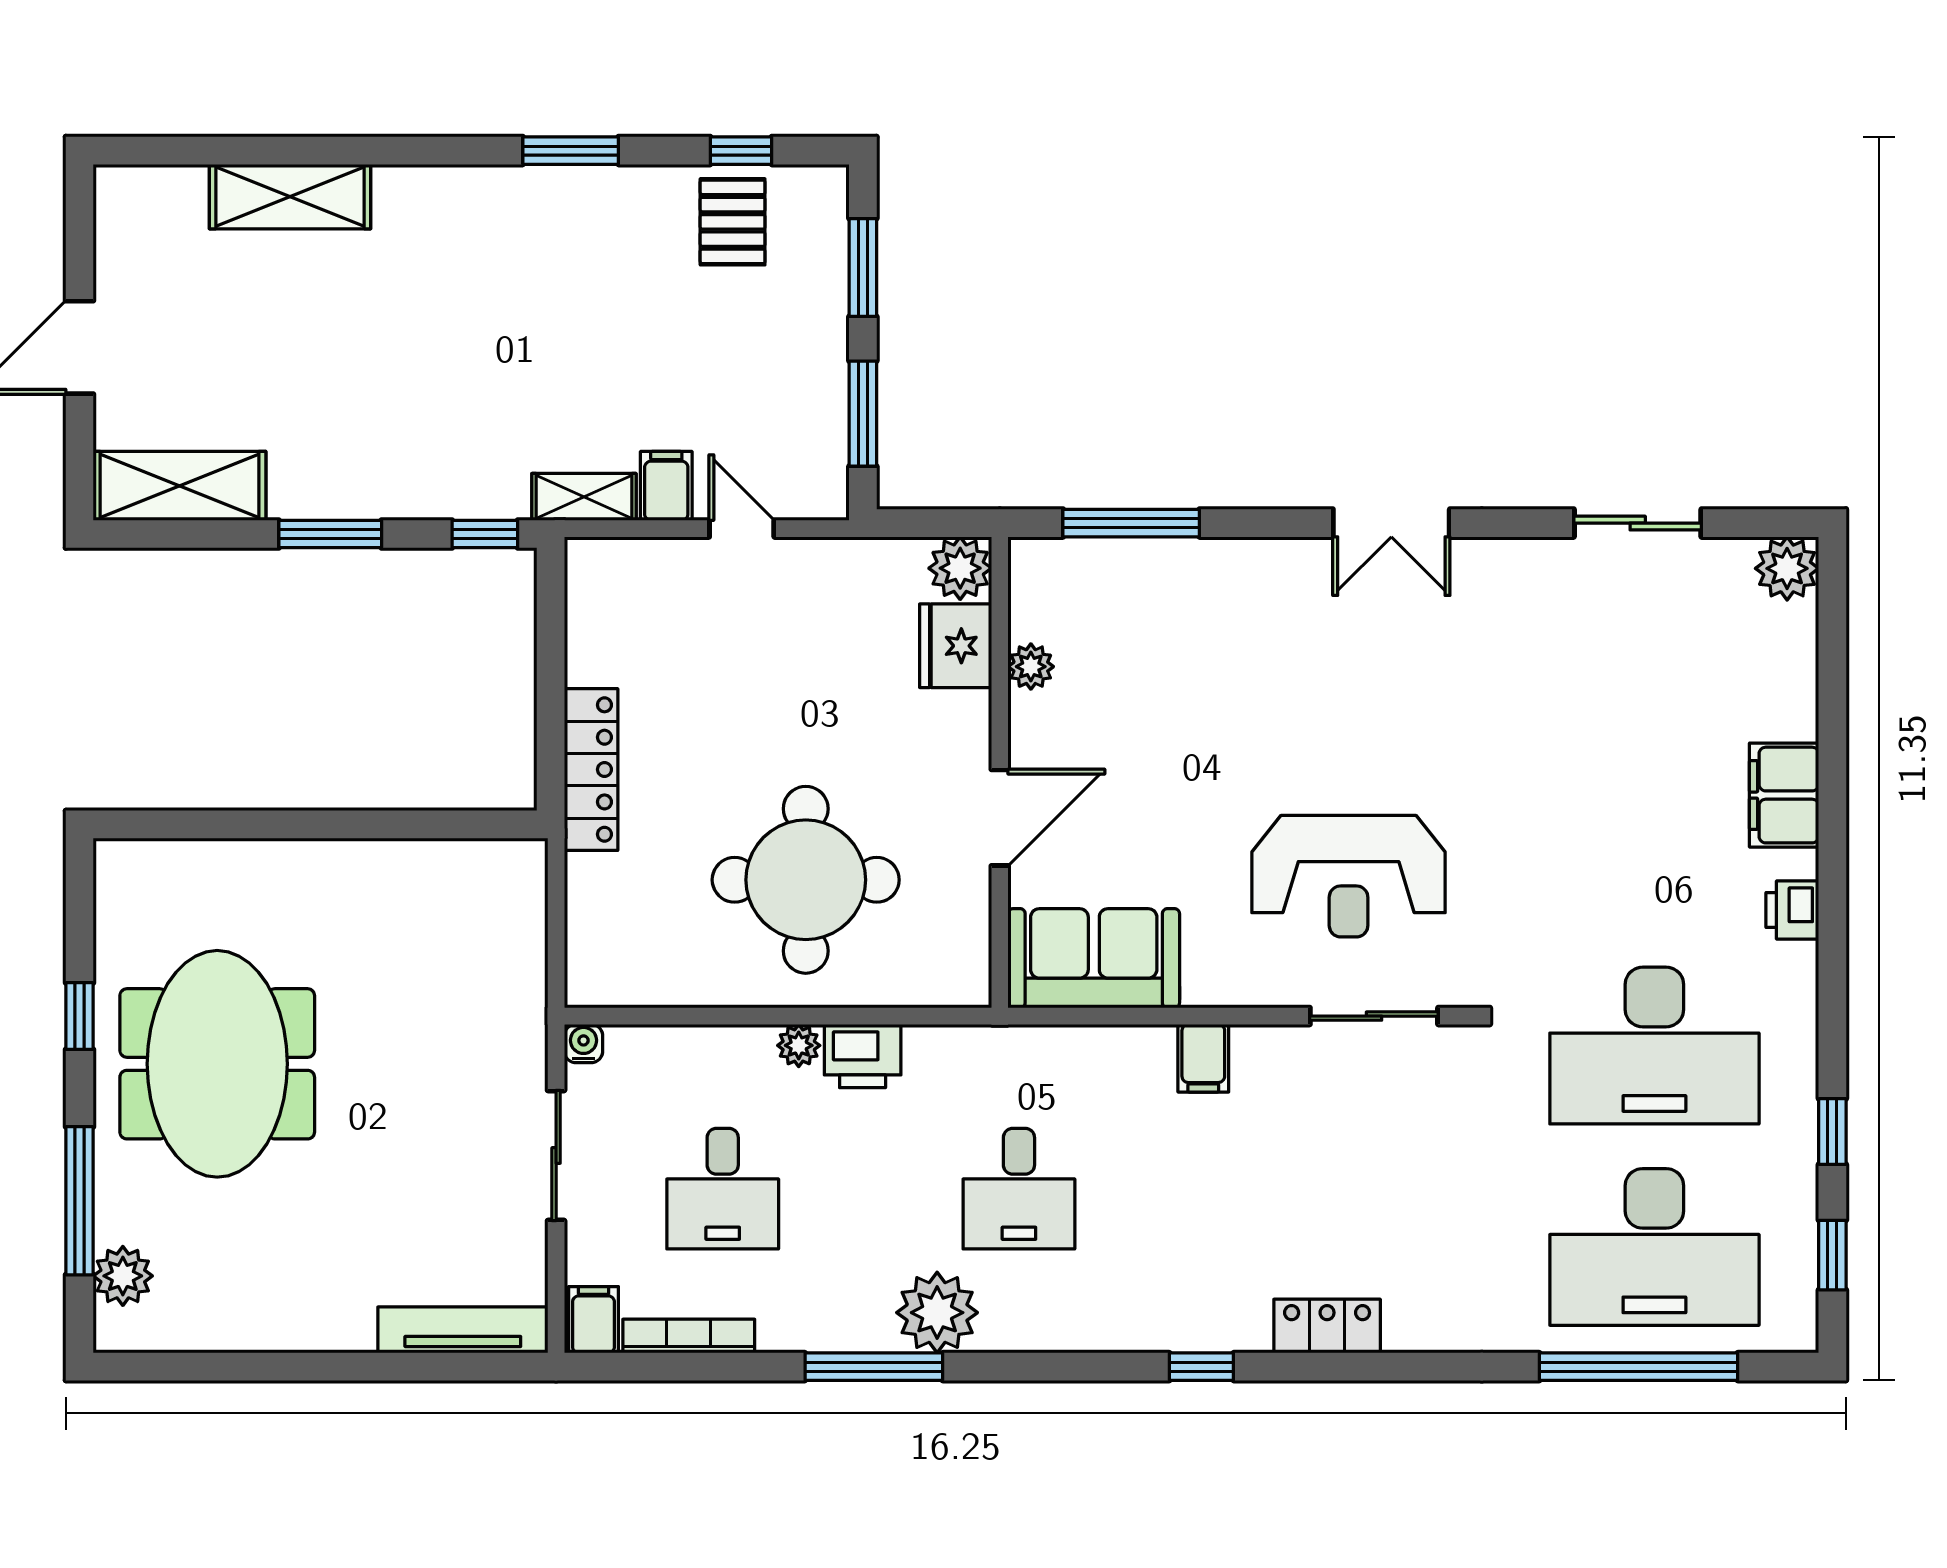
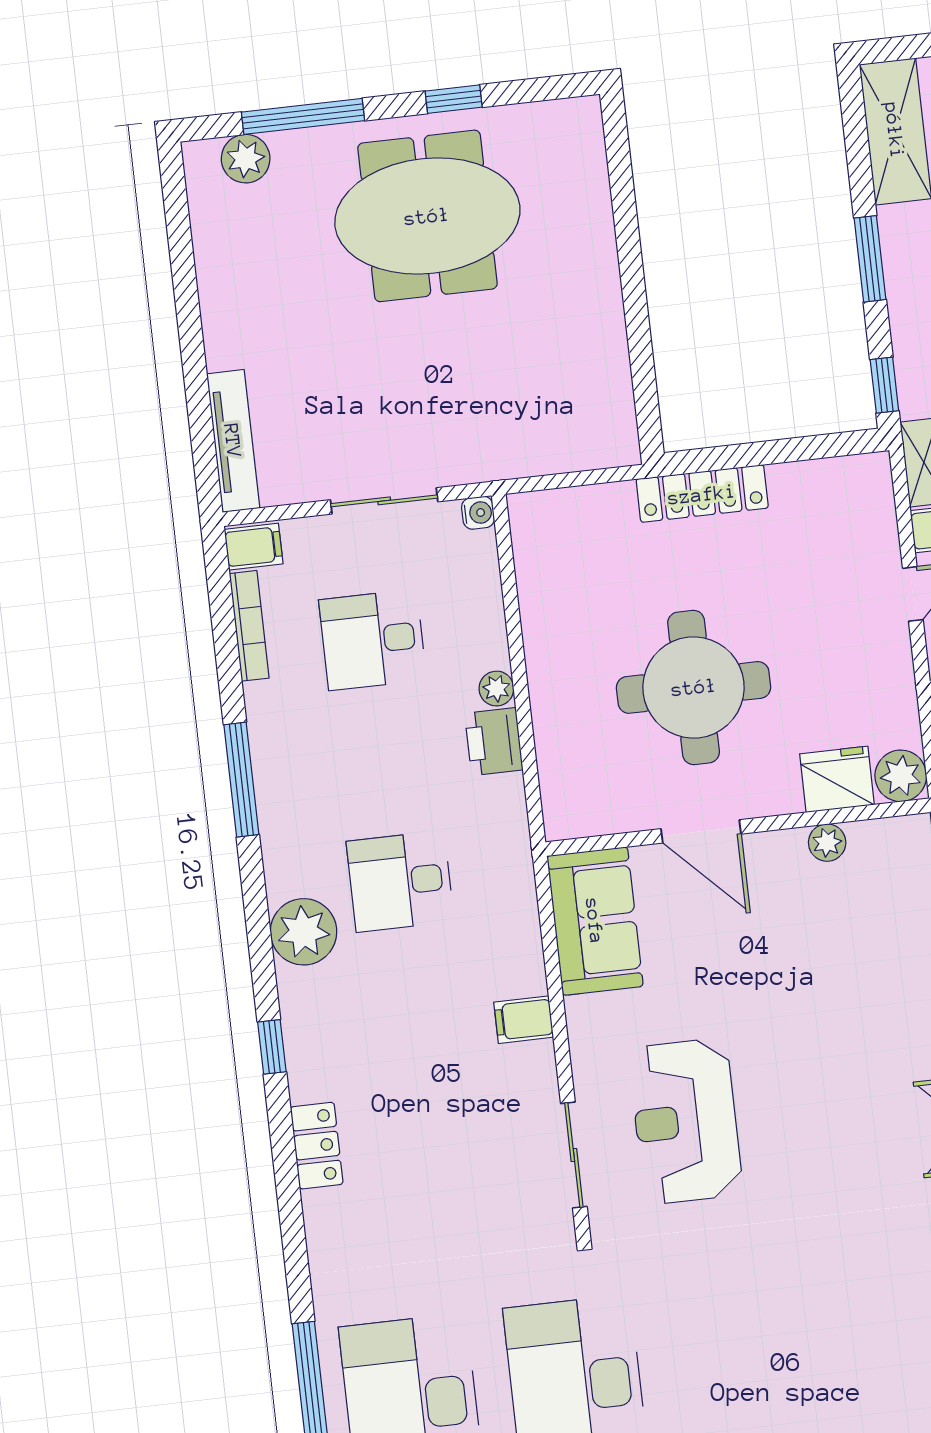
round table: (806, 880) -> (694, 687), moved
plant: (937, 1313) -> (304, 932), moved

